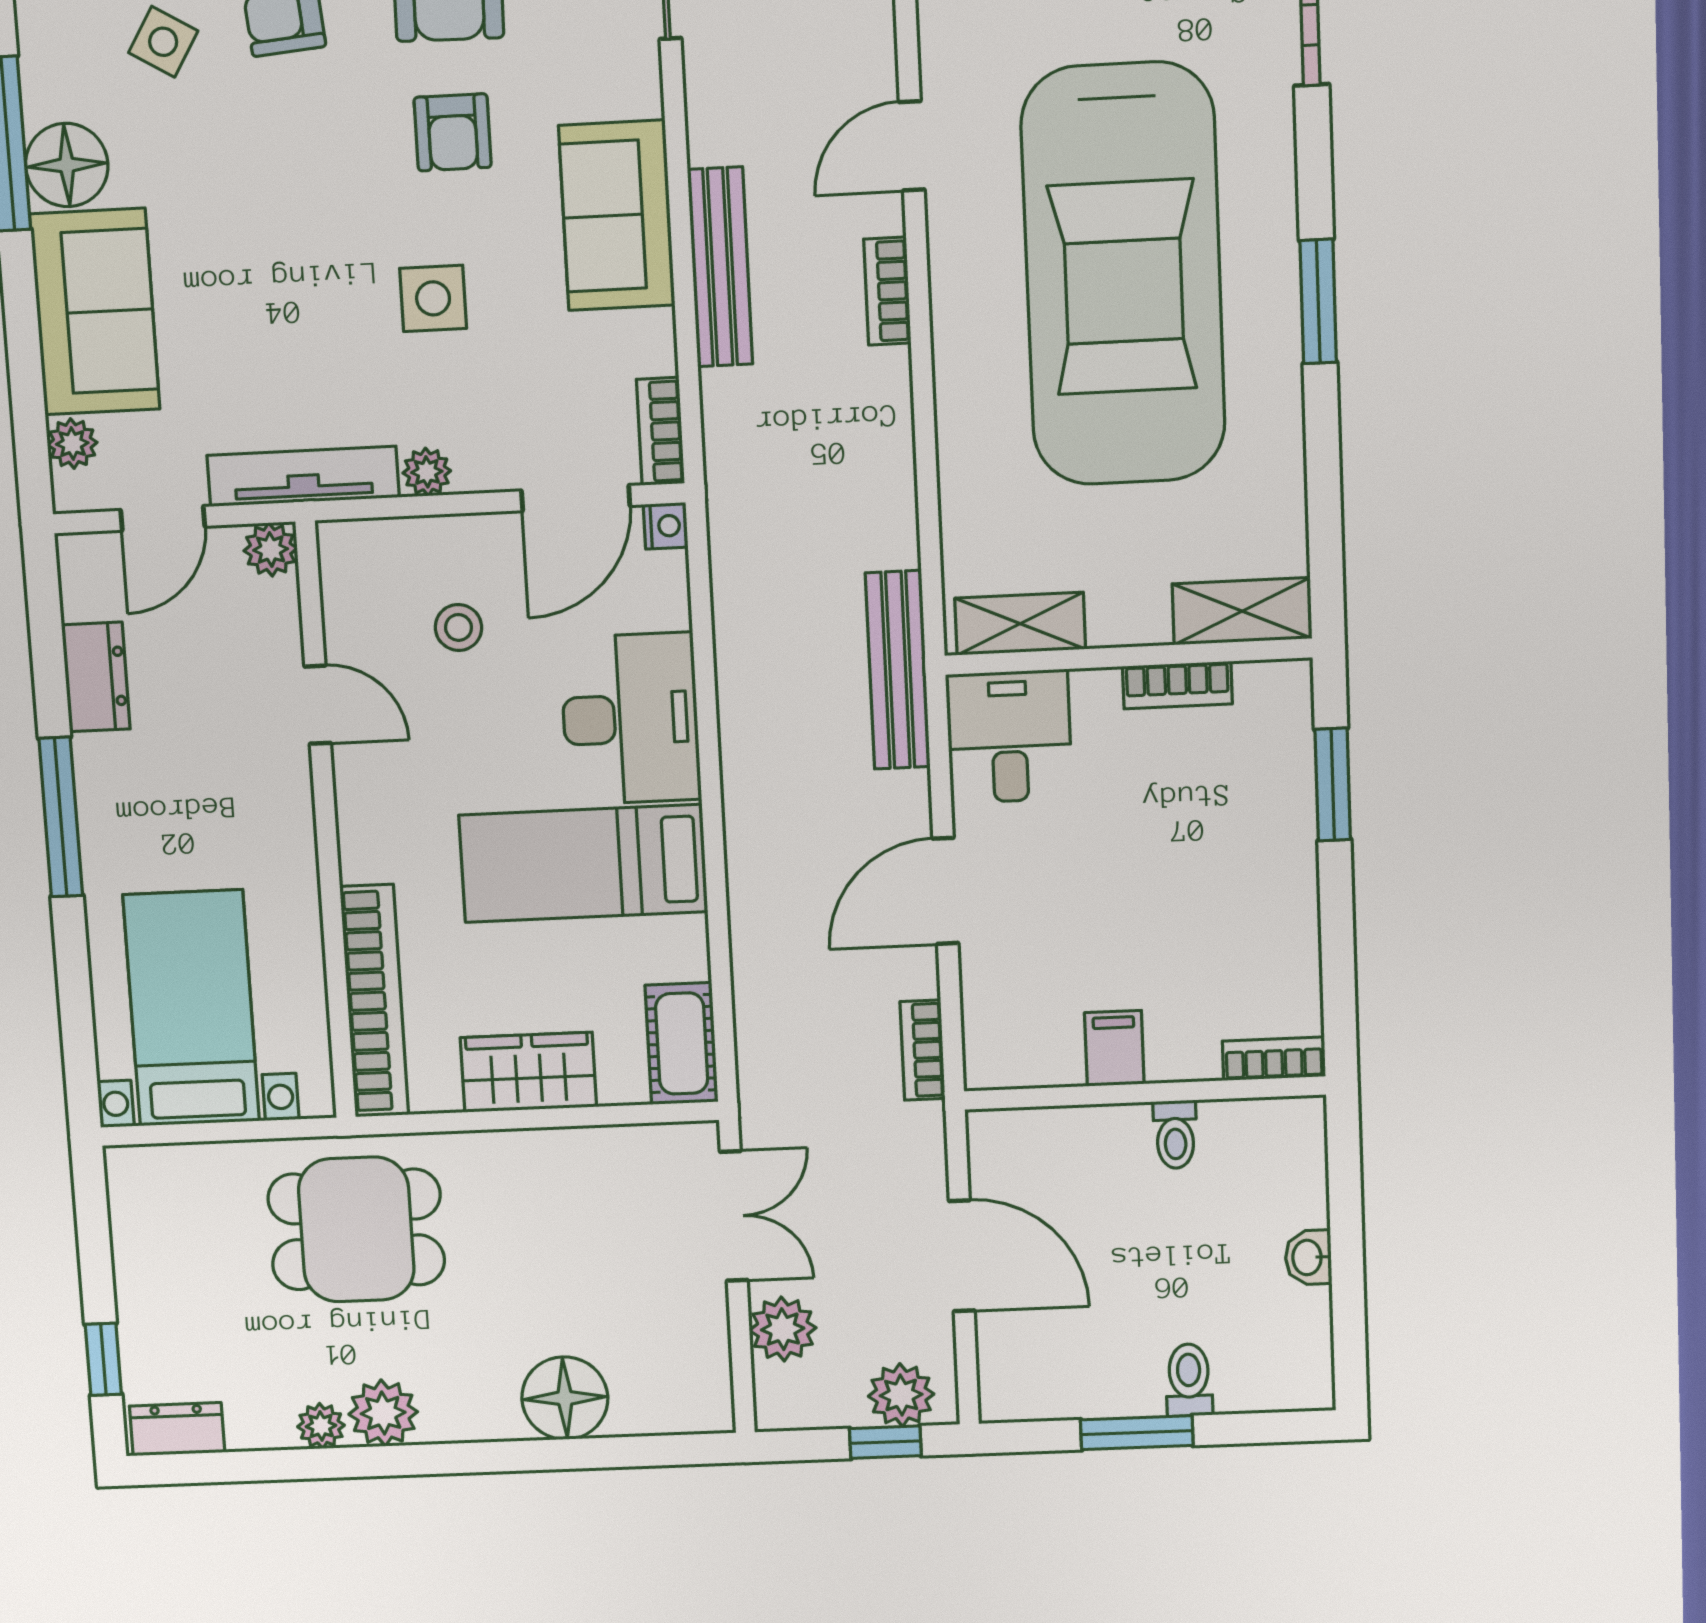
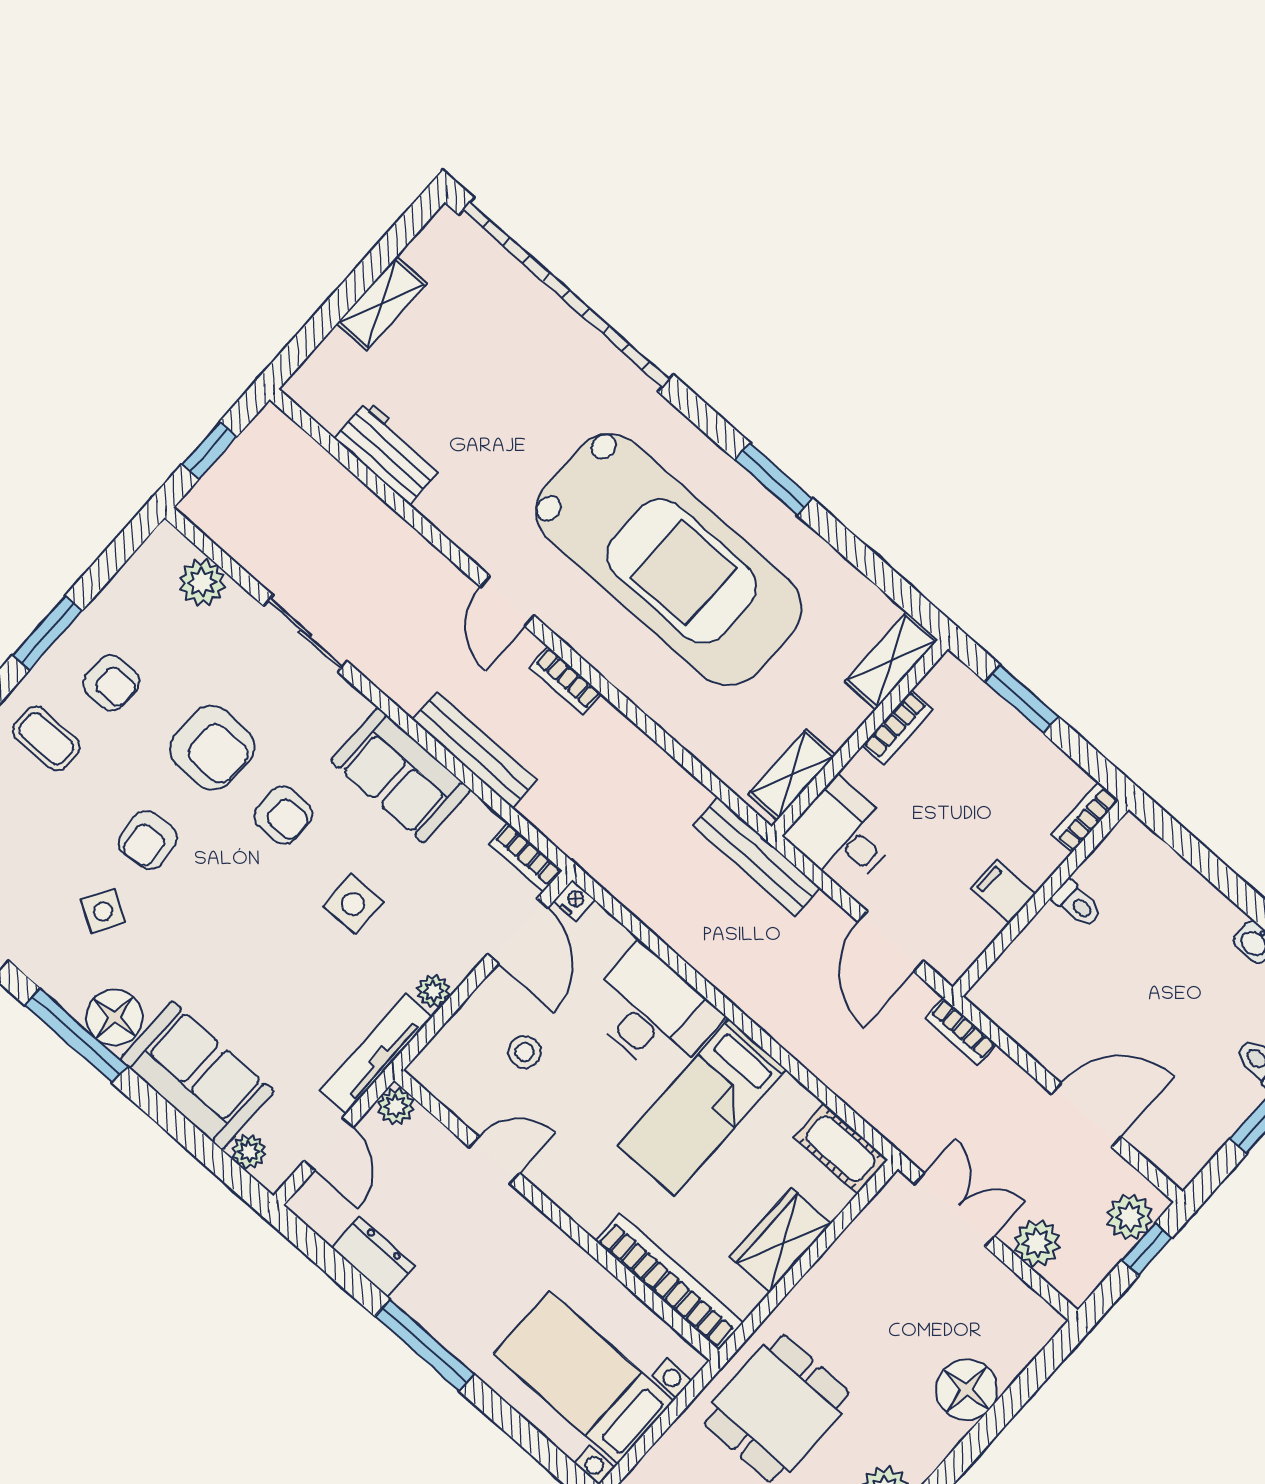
filing cabinet: (1114, 1048) -> (1003, 891), moved
bookcase: (1274, 1059) -> (1085, 817), moved
wall: (1145, 1093) -> (1041, 898), moved
toilet: (1175, 1135) -> (1077, 904), moved

